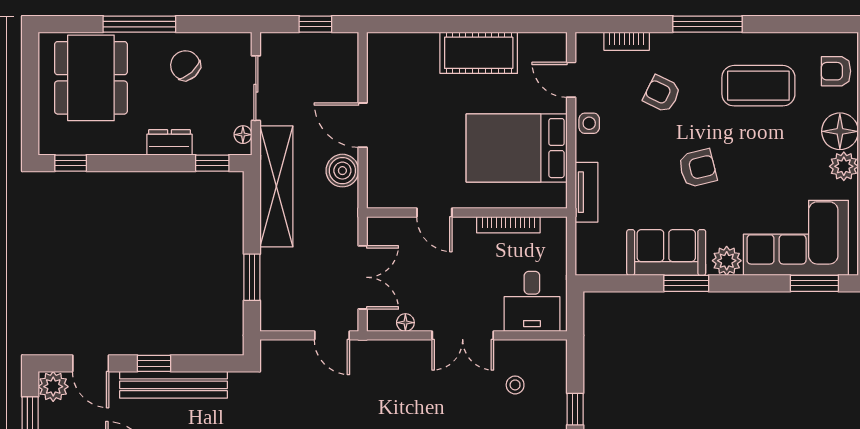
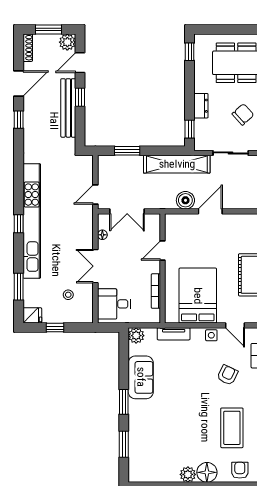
door: (571, 80) -> (235, 325), swing flipped
floor lamp: (243, 135) -> (205, 146), removed
armchair: (698, 168) -> (187, 395), removed
corner sofa: (796, 238) -> (149, 448), removed
plant: (727, 261) -> (136, 336), moved
window: (686, 283) -> (124, 402), moved
window: (814, 283) -> (124, 444), moved

